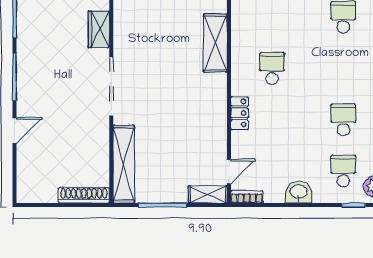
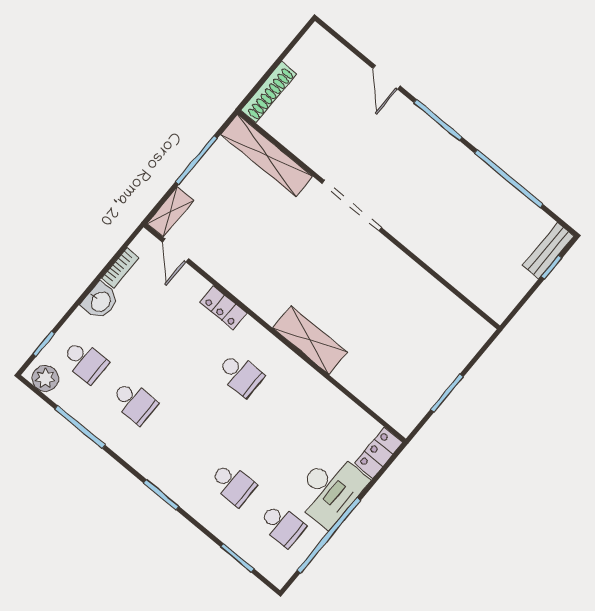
wardrobe: (99, 29) -> (416, 239), removed
bookcase: (247, 197) -> (120, 268), moved

